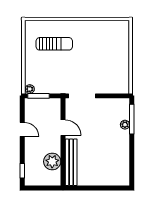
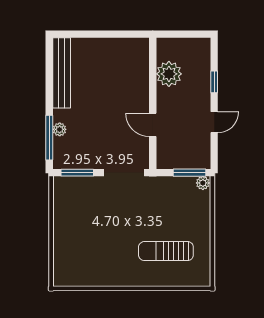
window: (113, 96) -> (77, 173), added
door: (22, 129) -> (214, 122), swing flipped
bench: (71, 162) -> (62, 73), moved
window: (22, 171) -> (214, 82), moved

